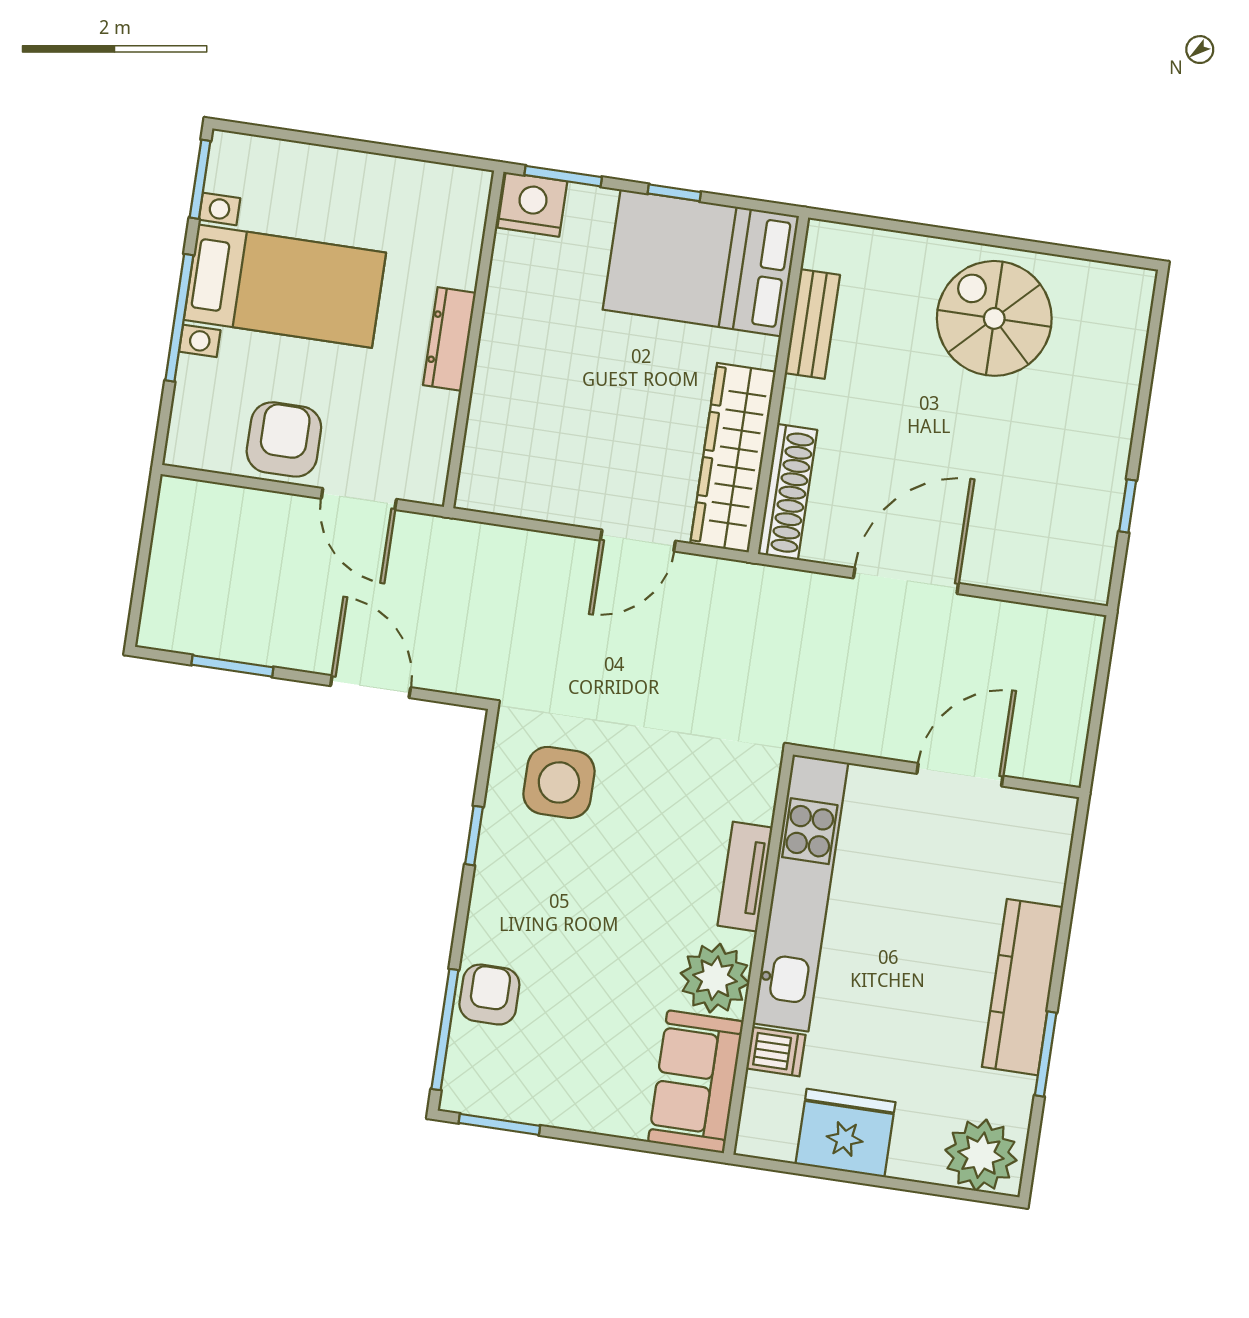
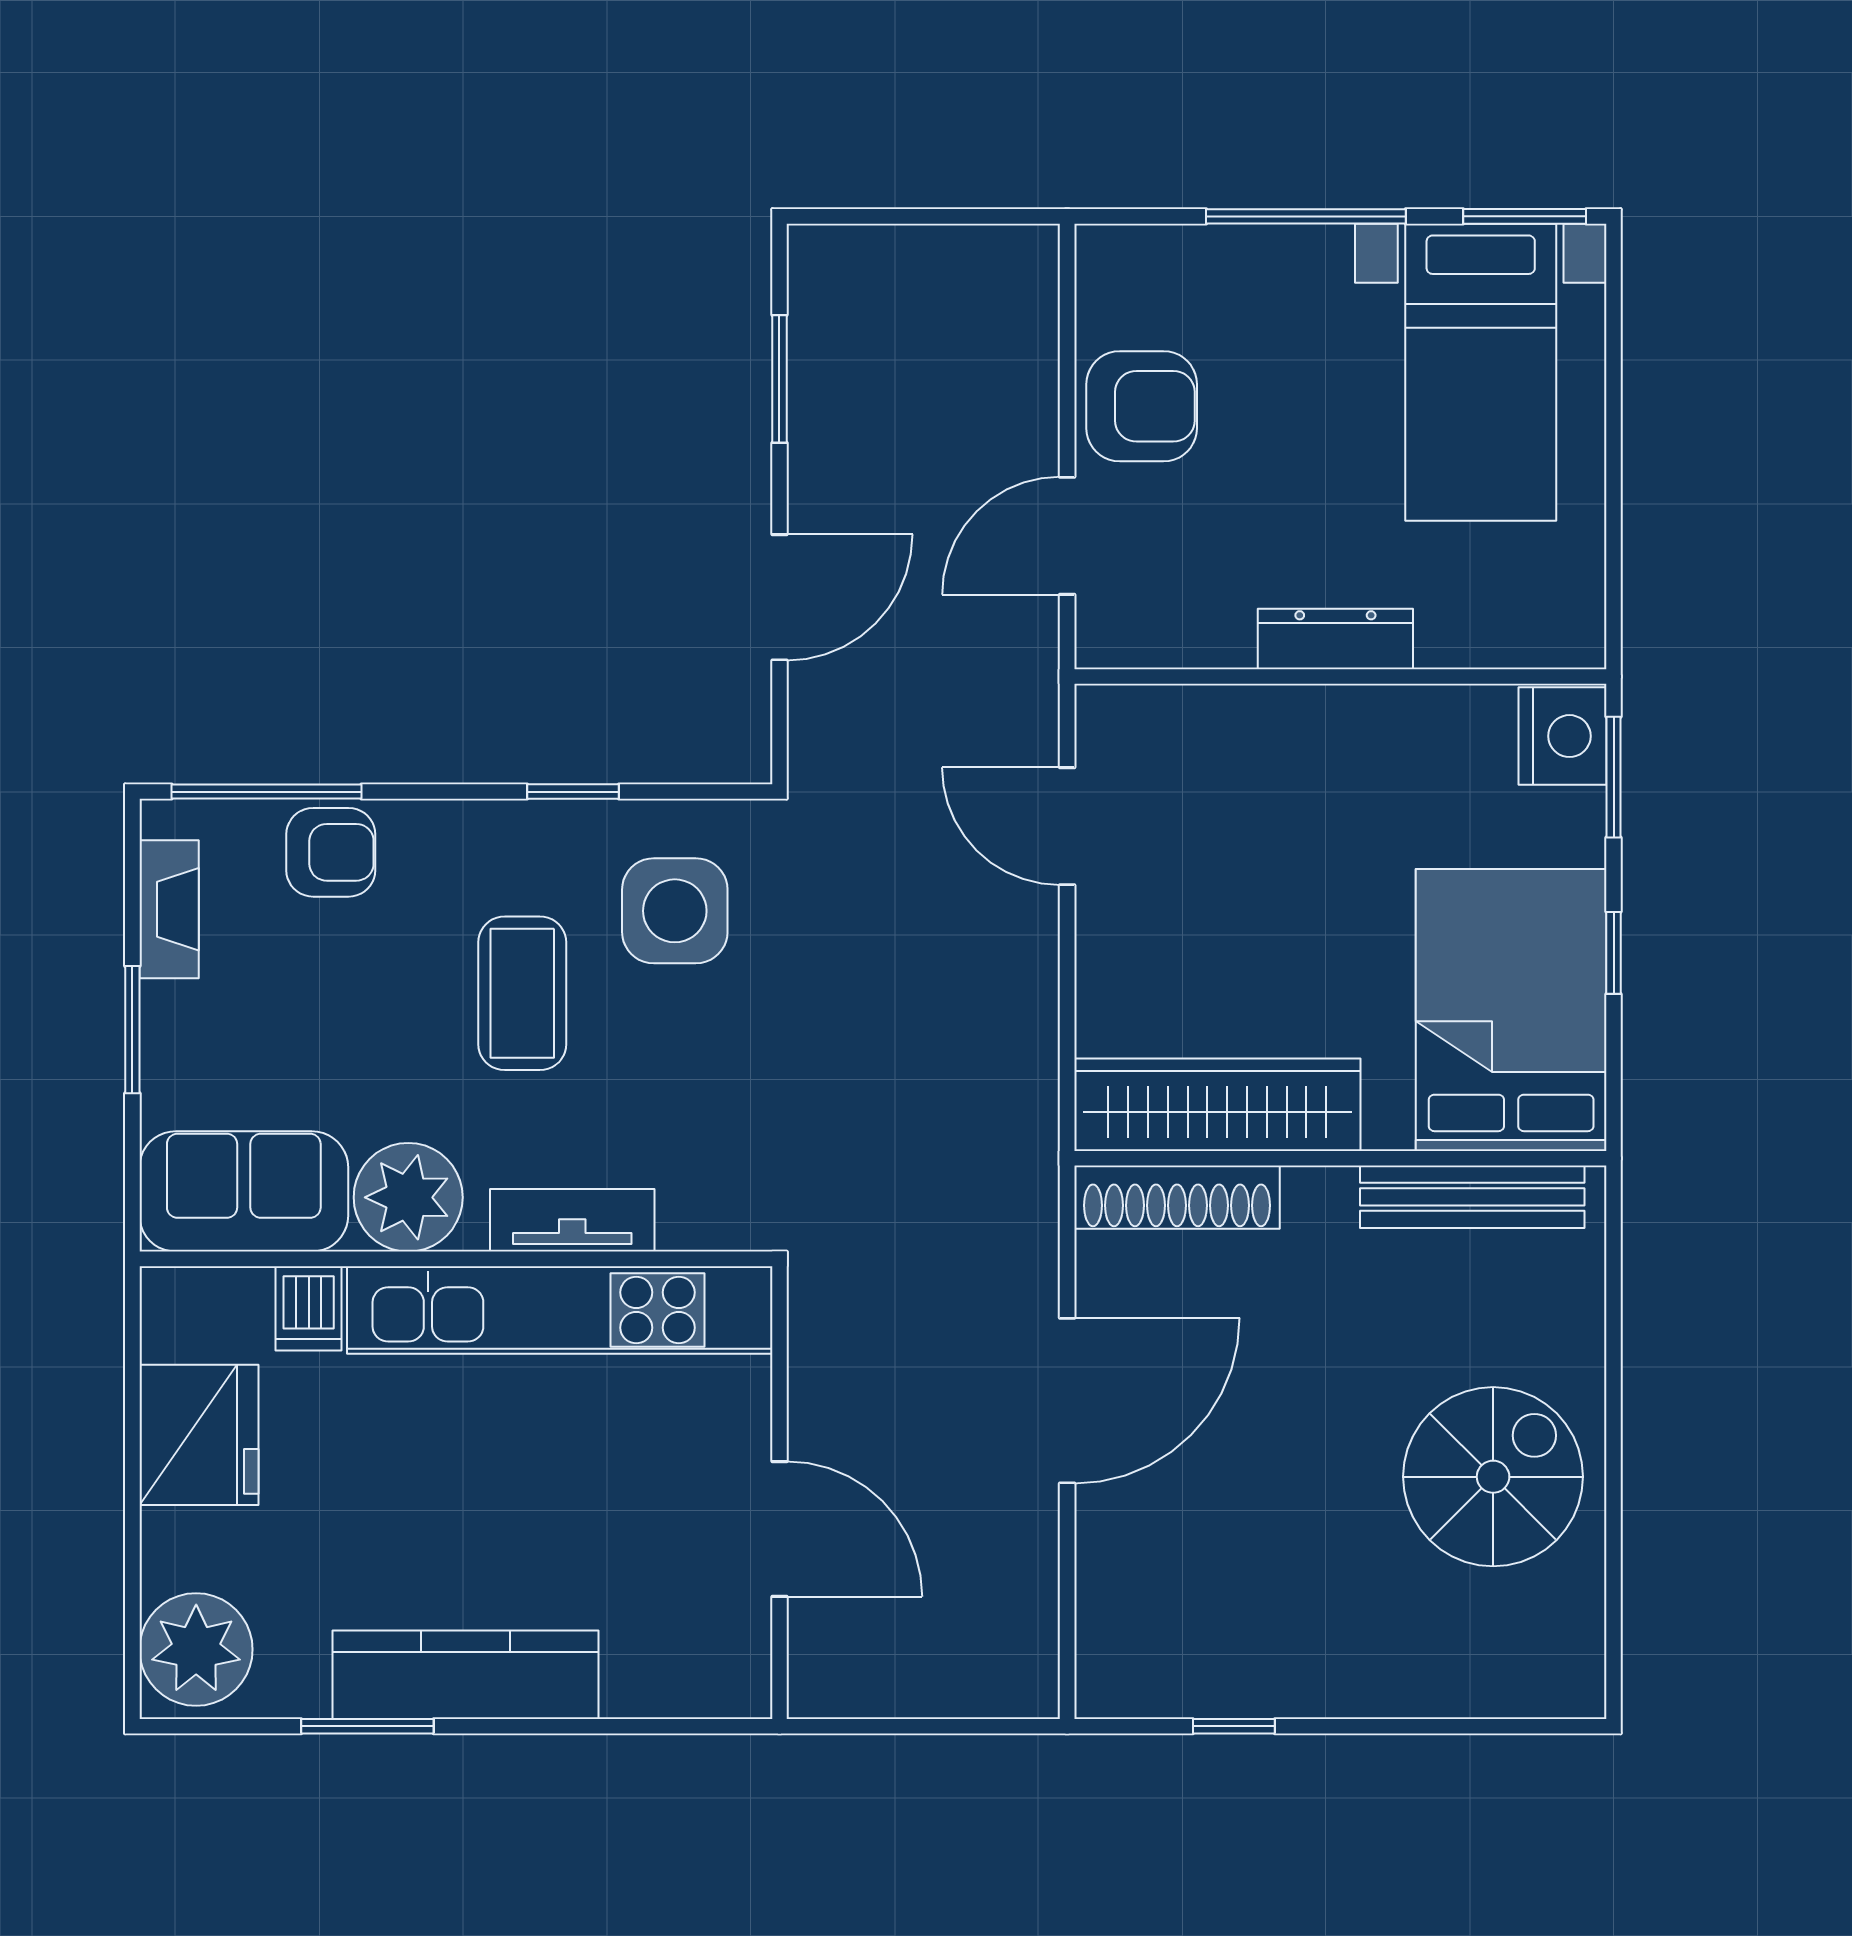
bed with nightstands: (285, 286) -> (1481, 372), moved
bench: (812, 324) -> (1472, 1197), width x1.36
door: (638, 541) -> (1067, 826), moved
door: (906, 581) -> (1067, 1401), hinge flipped
coffee table: (597, 887) -> (522, 993), added
fireplace: (510, 1102) -> (169, 909), added
window: (499, 1124) -> (132, 1030), moved

